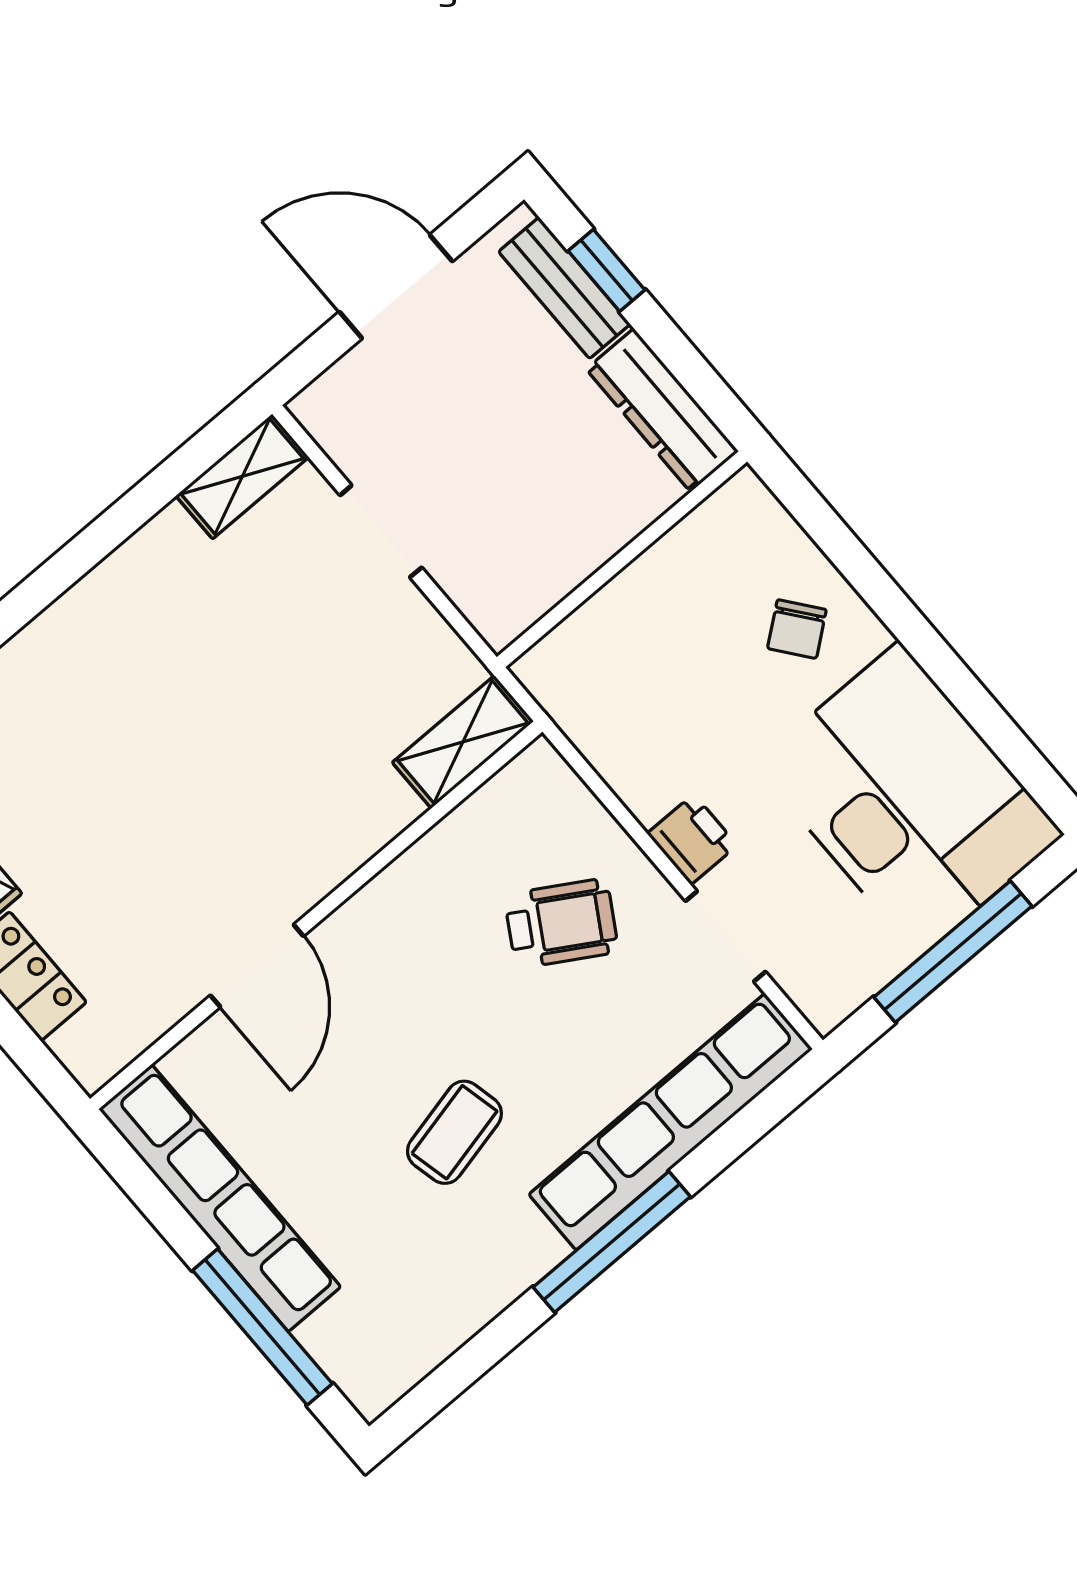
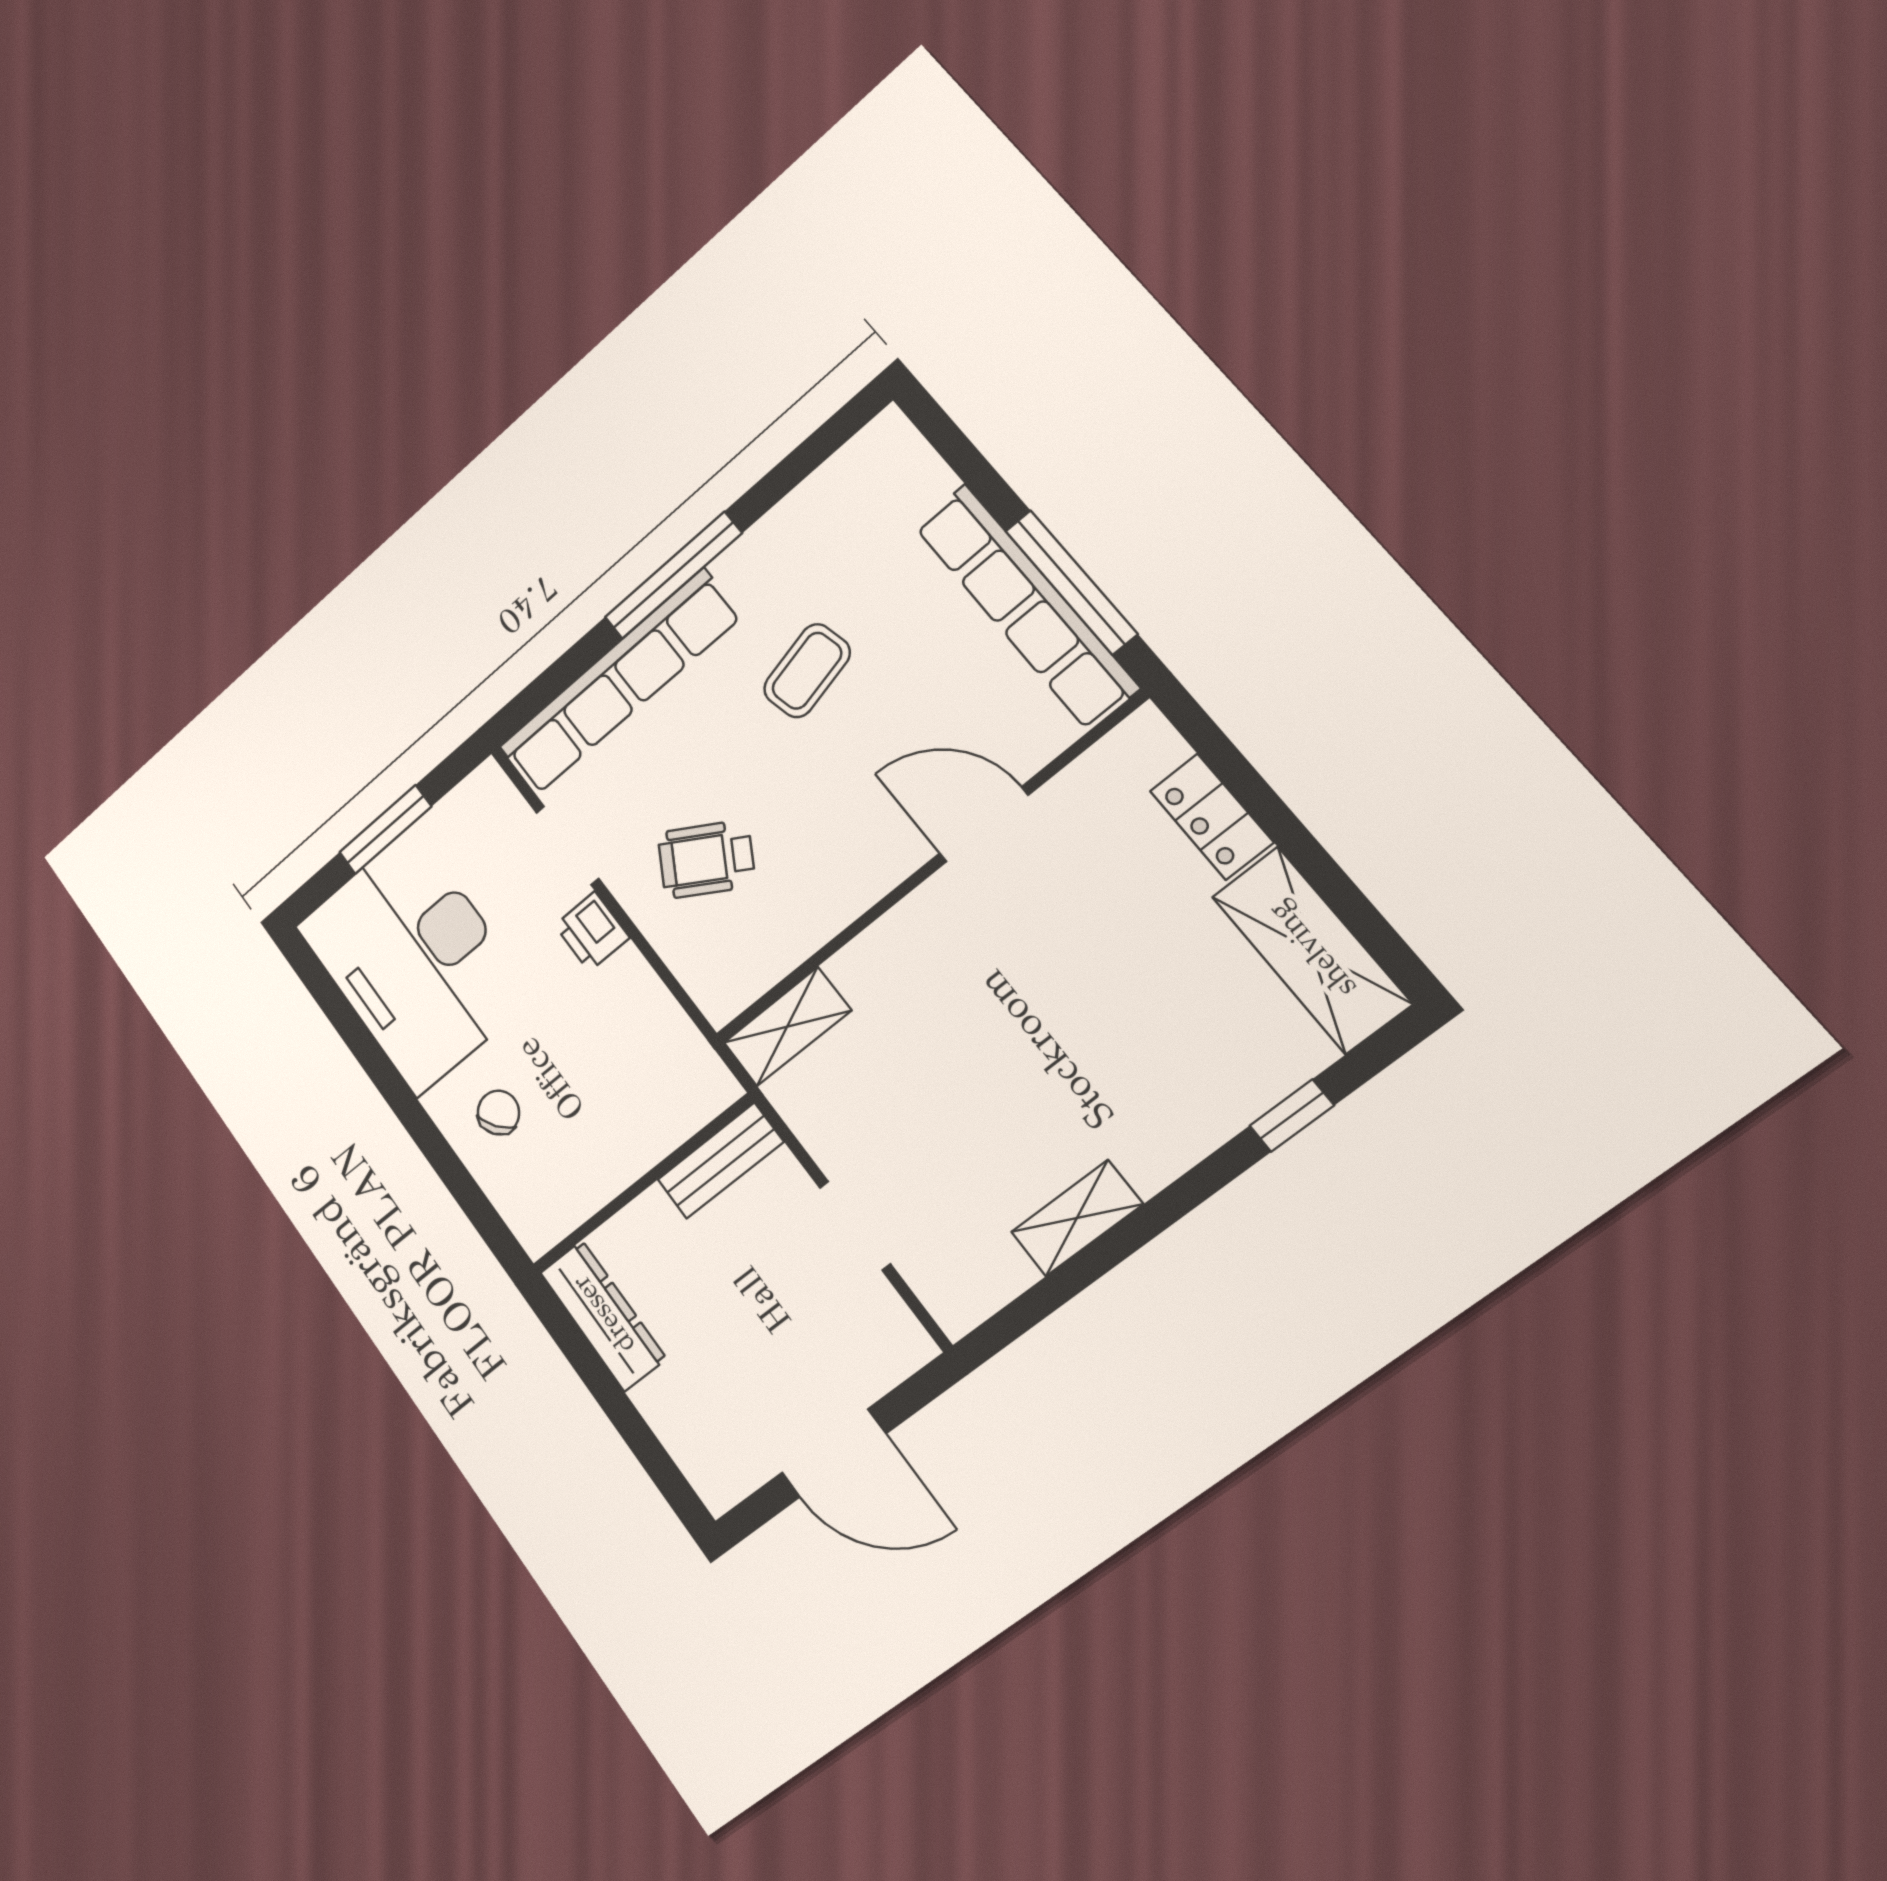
window: (607, 270) -> (646, 1447), removed
bench: (564, 288) -> (720, 1161), moved, turned 90
shelving: (242, 476) -> (1077, 1218), moved
window: (953, 952) -> (385, 829), width x0.69
door: (257, 966) -> (984, 824), hinge flipped
window: (262, 1327) -> (1071, 582), moved

